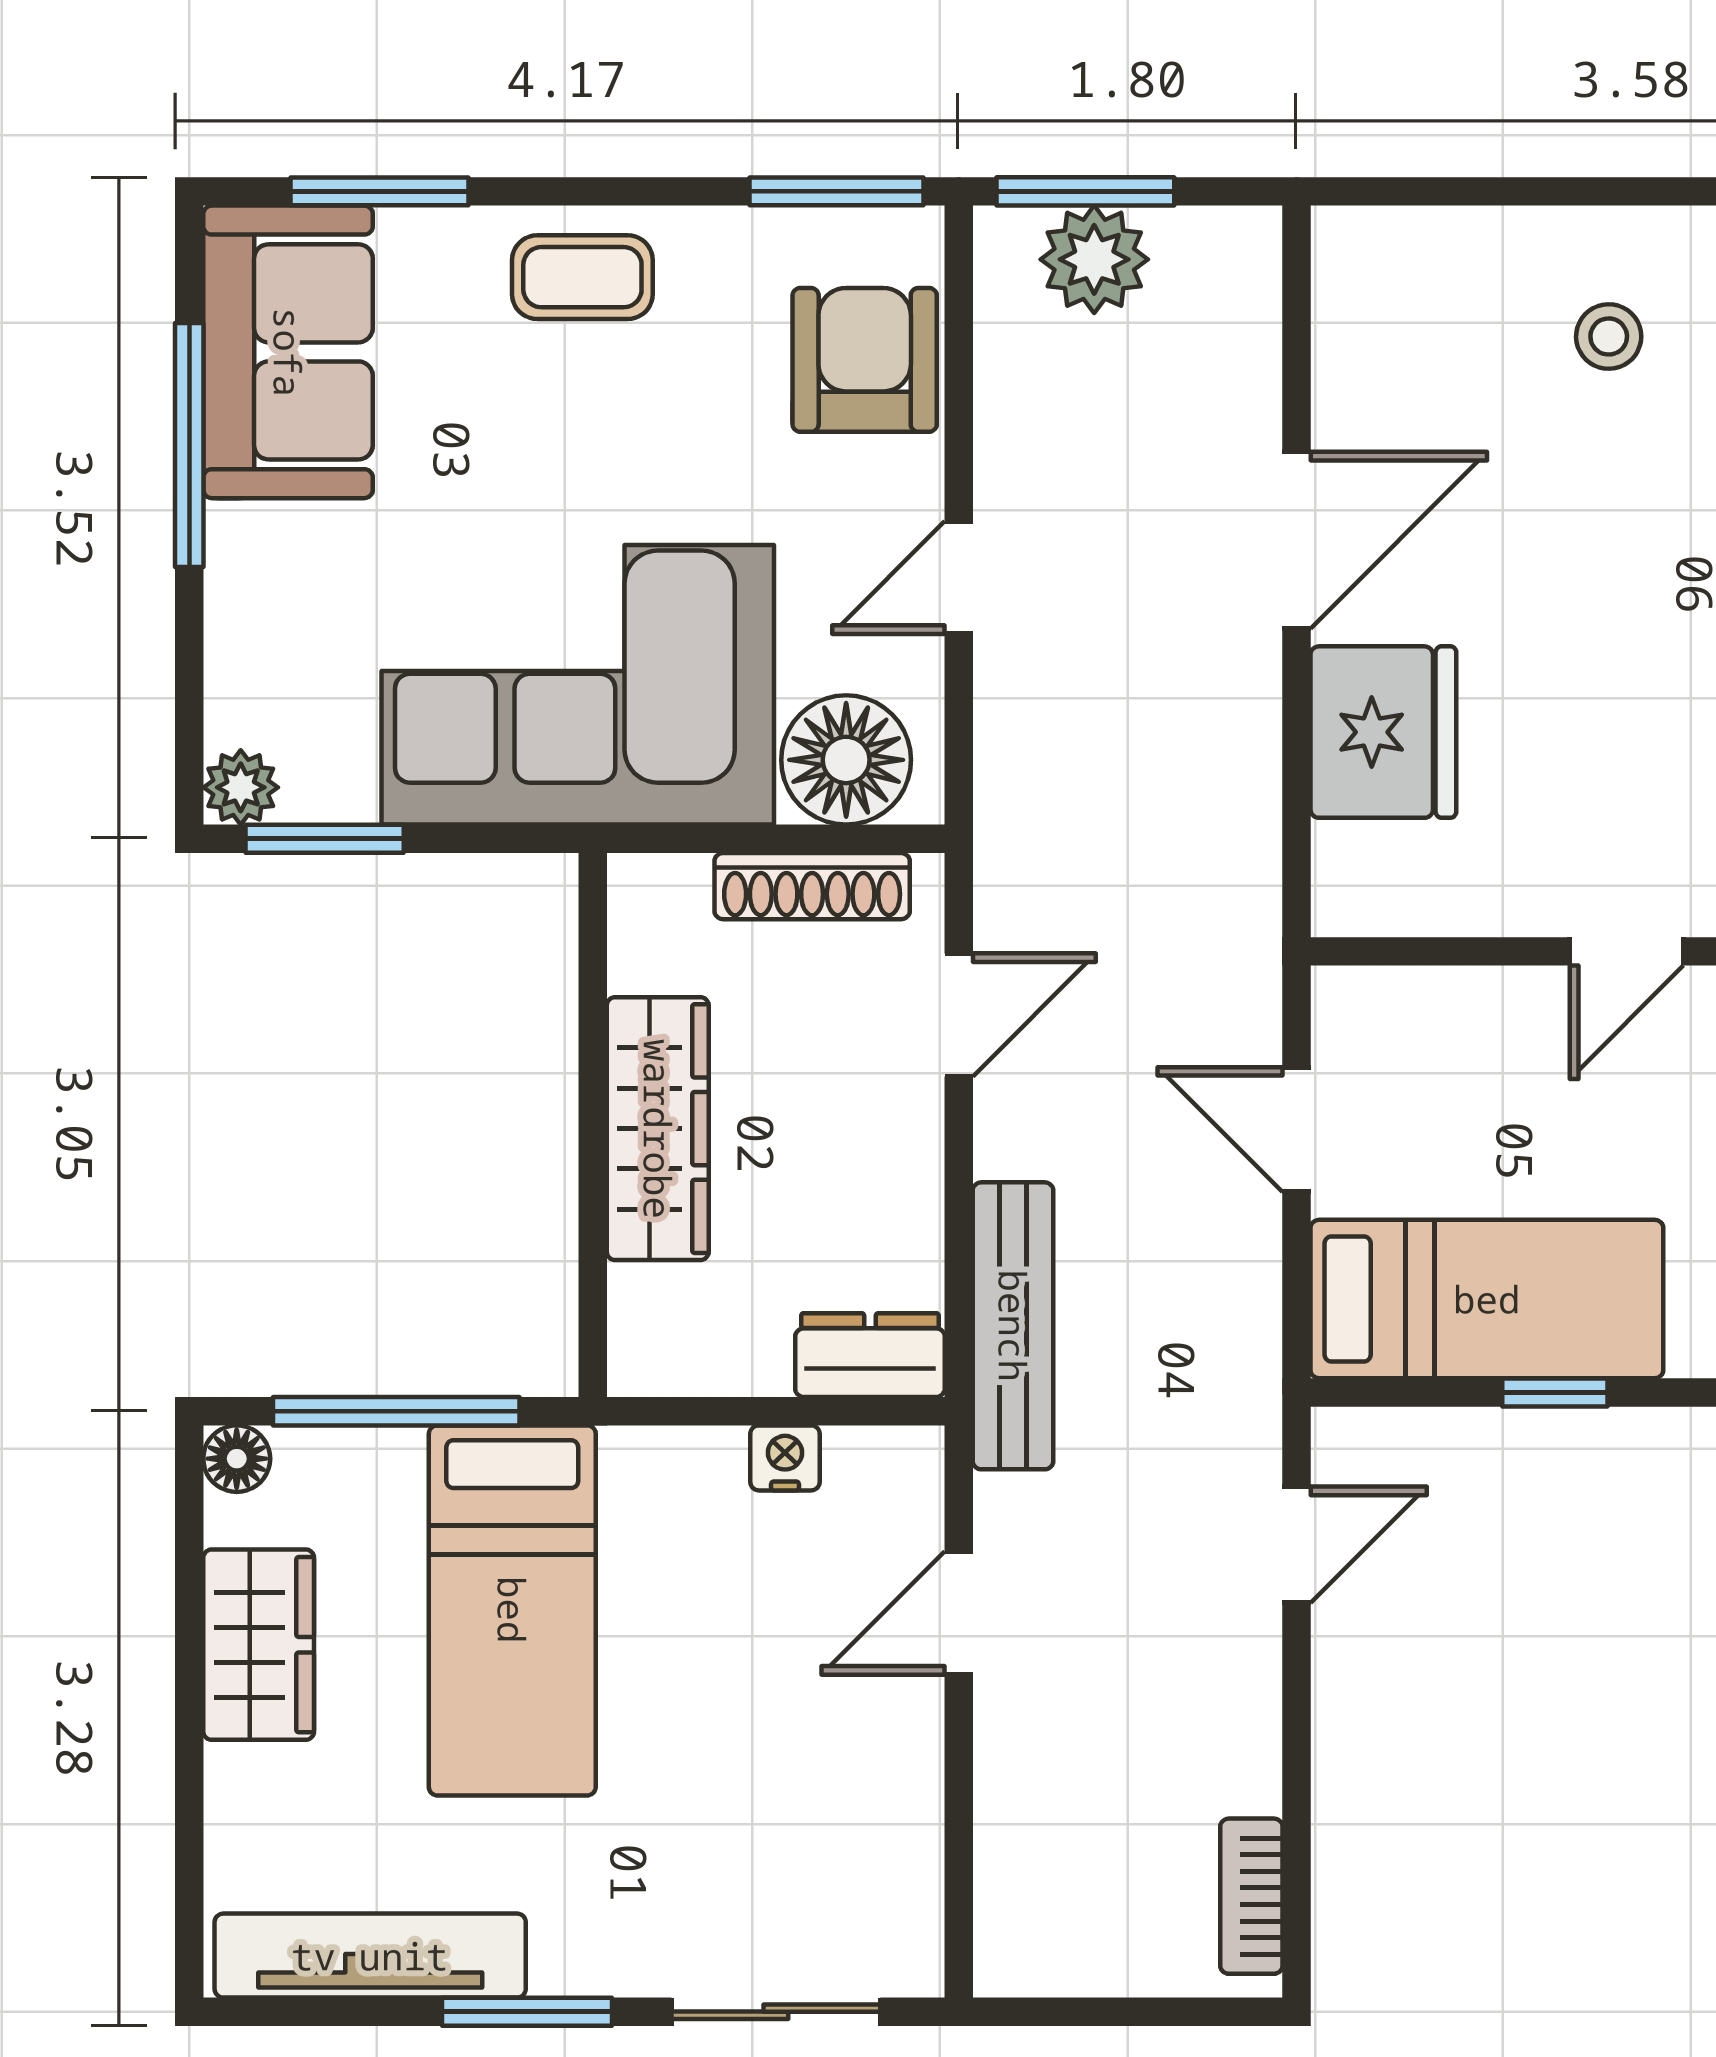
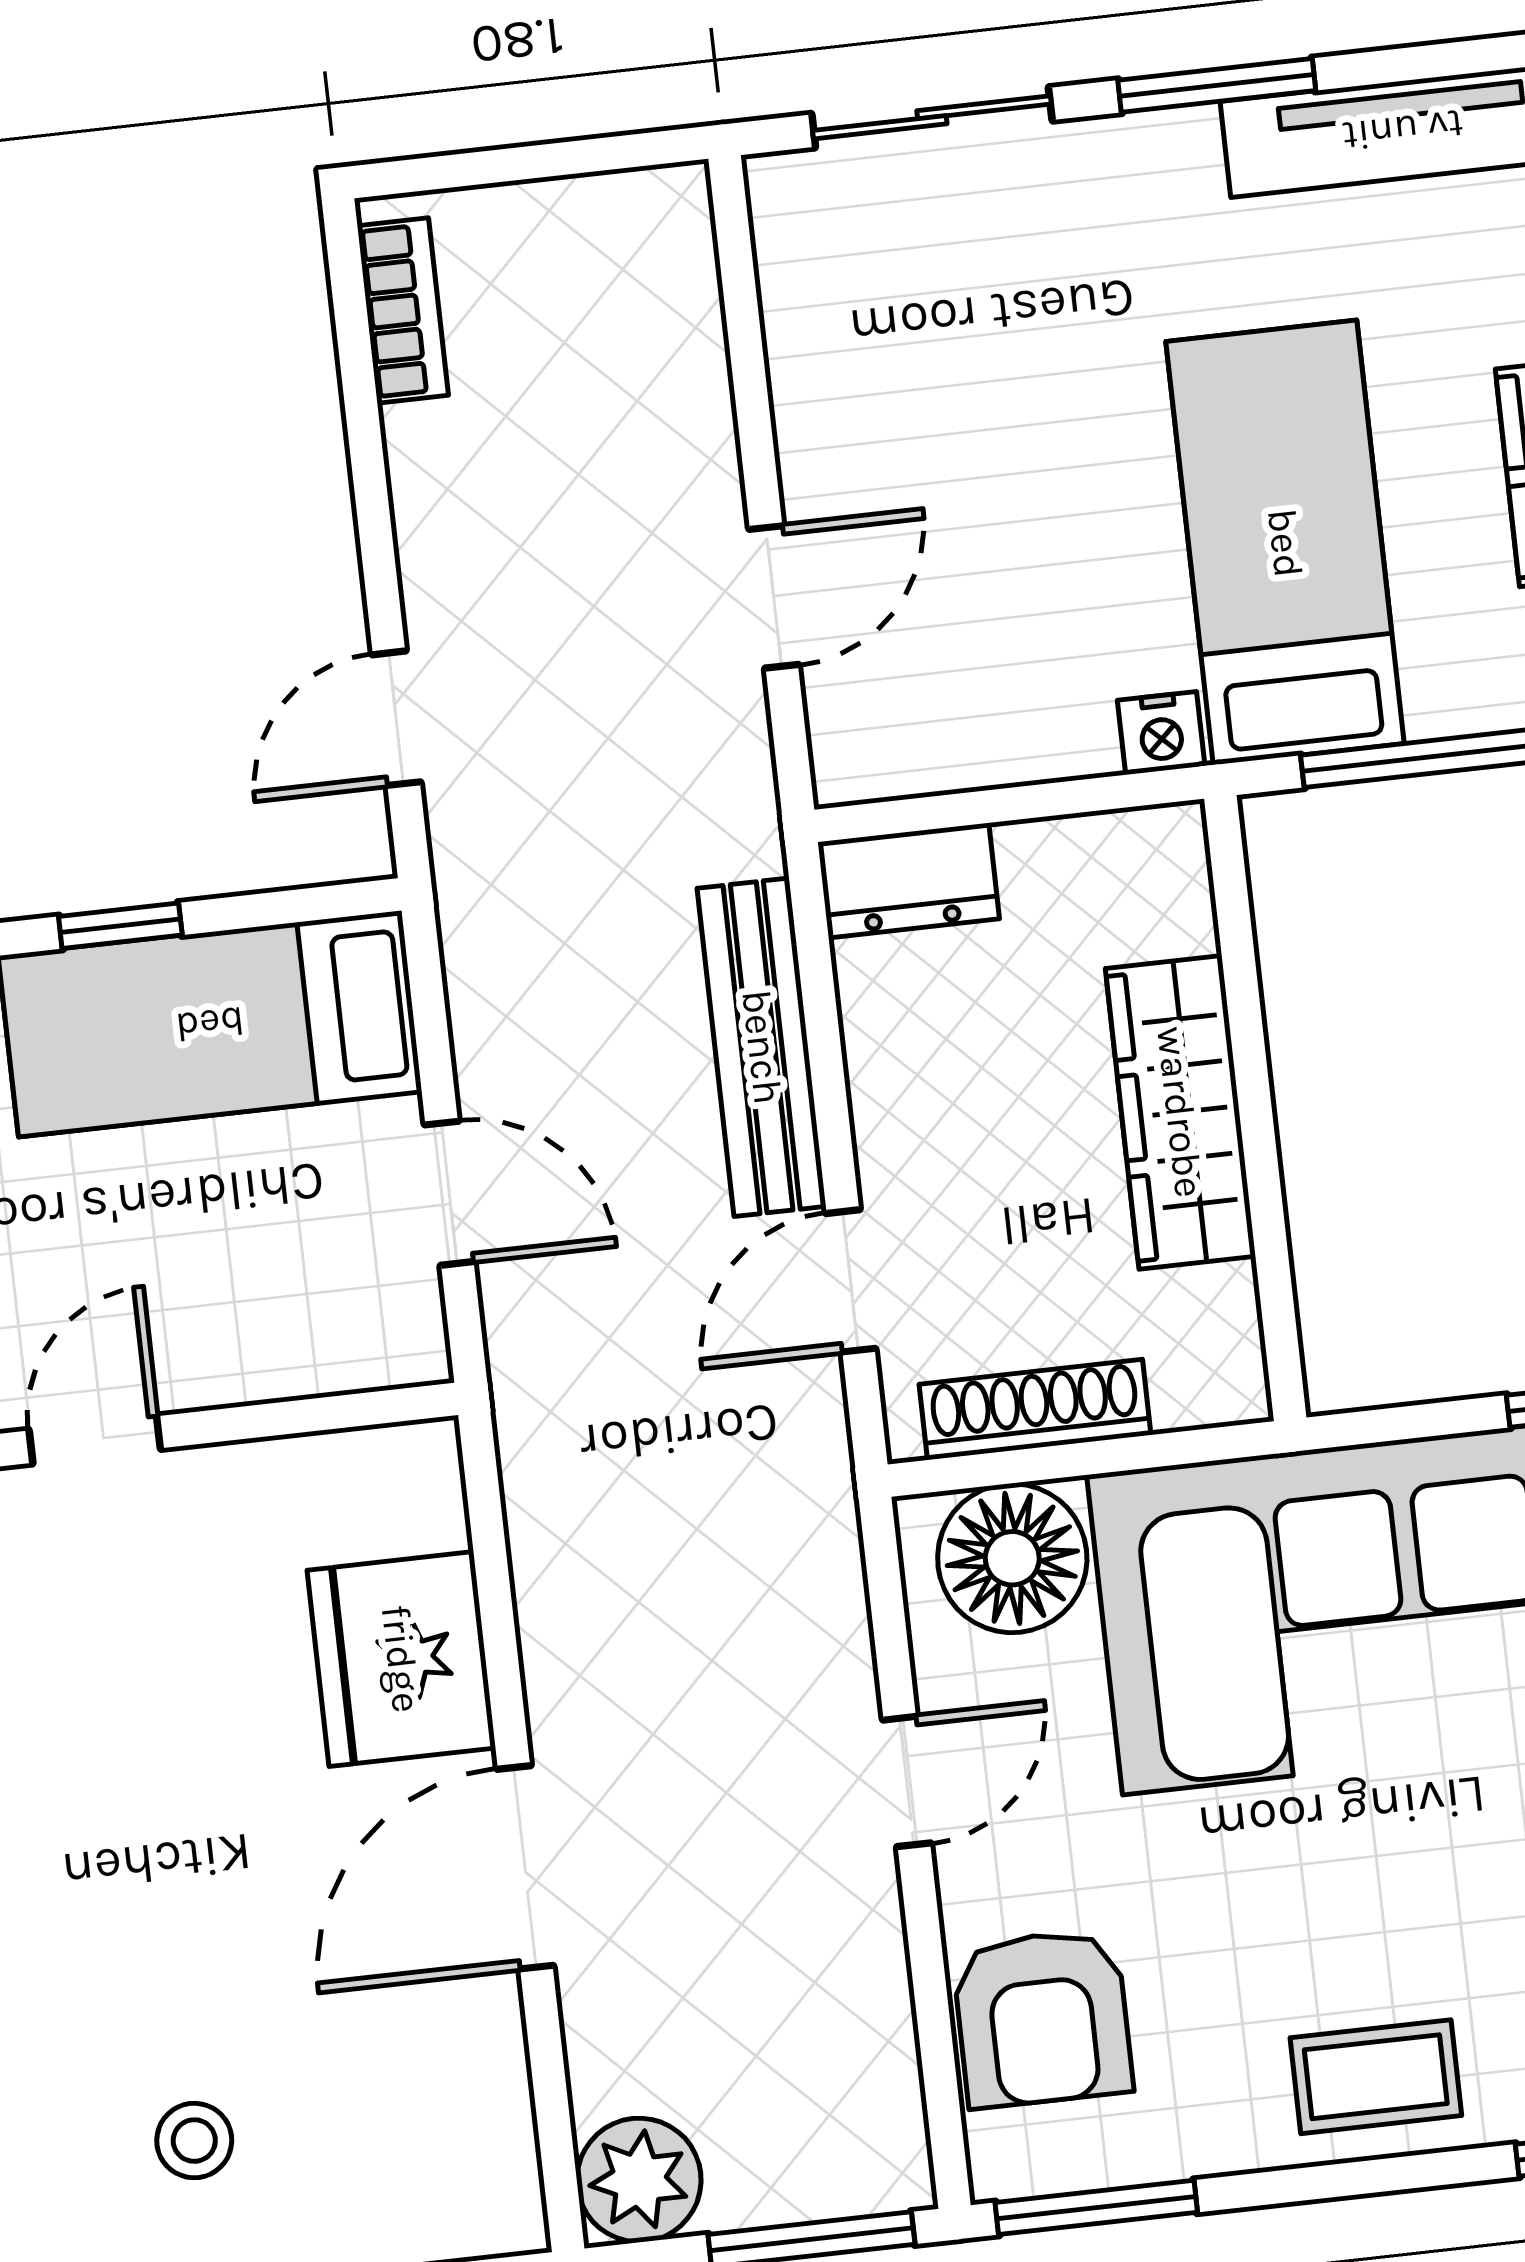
plant: (1094, 259) -> (639, 2180), moved
bench: (1013, 1326) -> (762, 1047), moved
nightstand: (785, 1458) -> (1161, 733), moved

